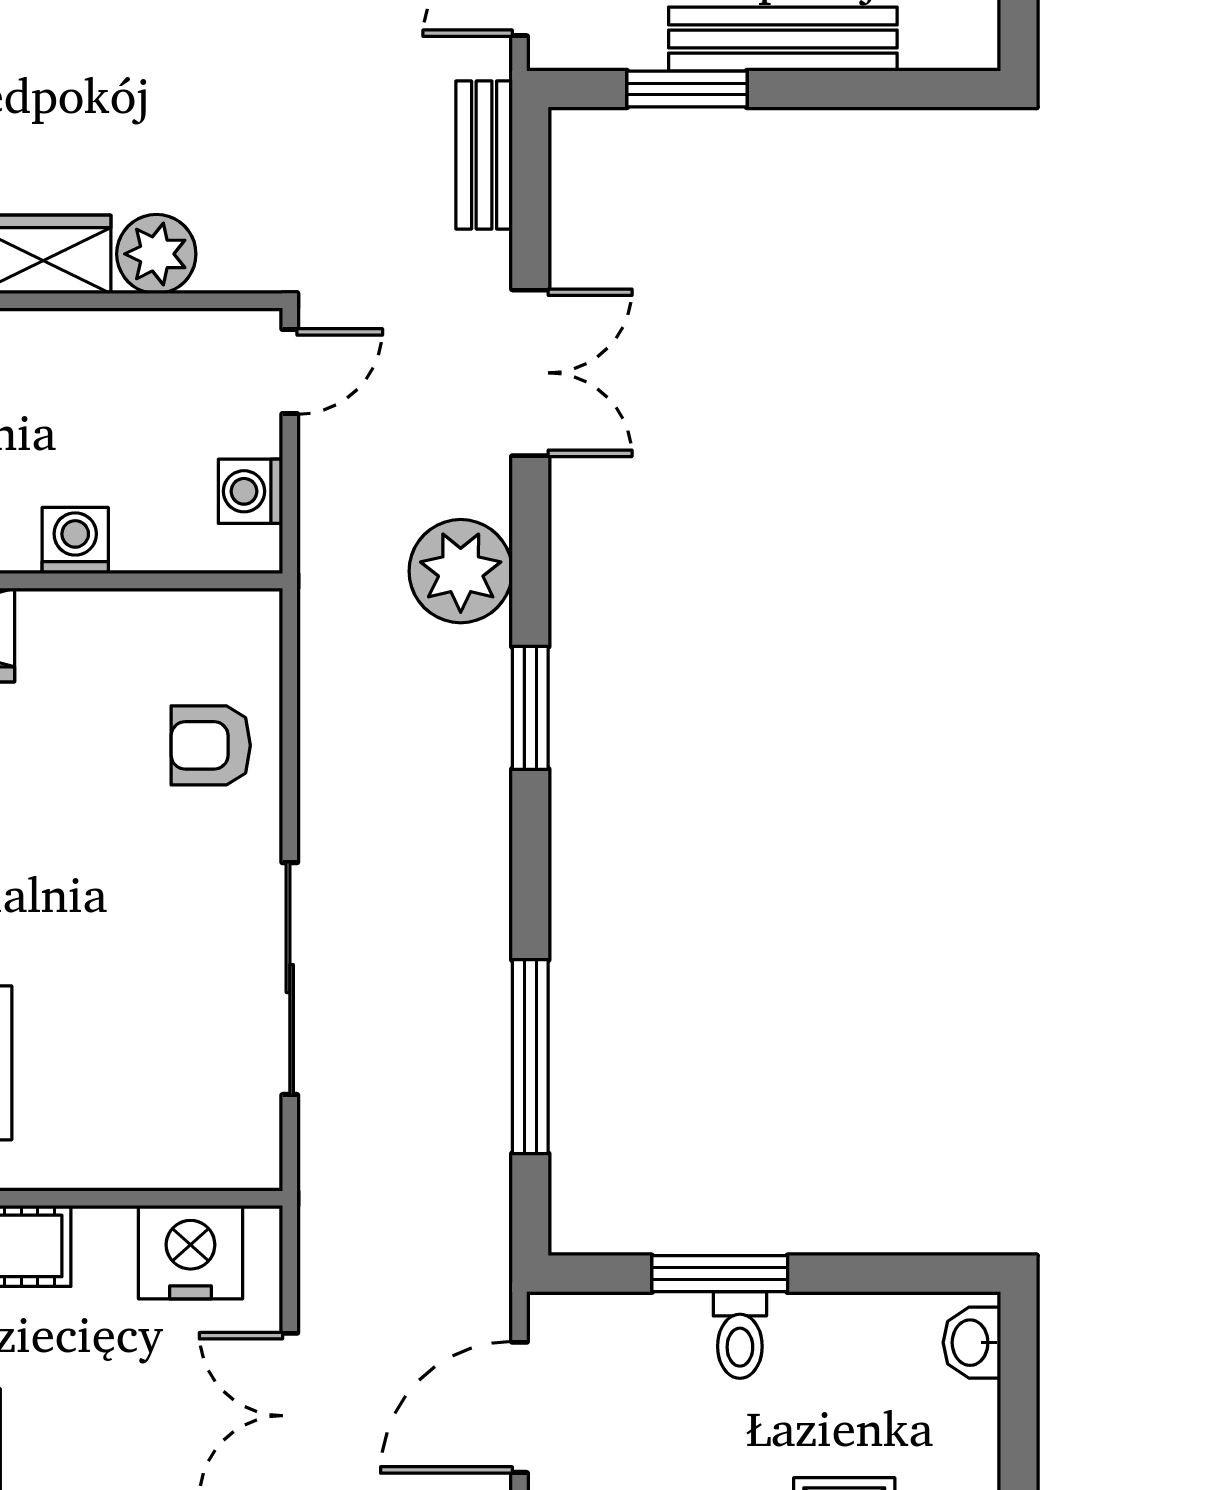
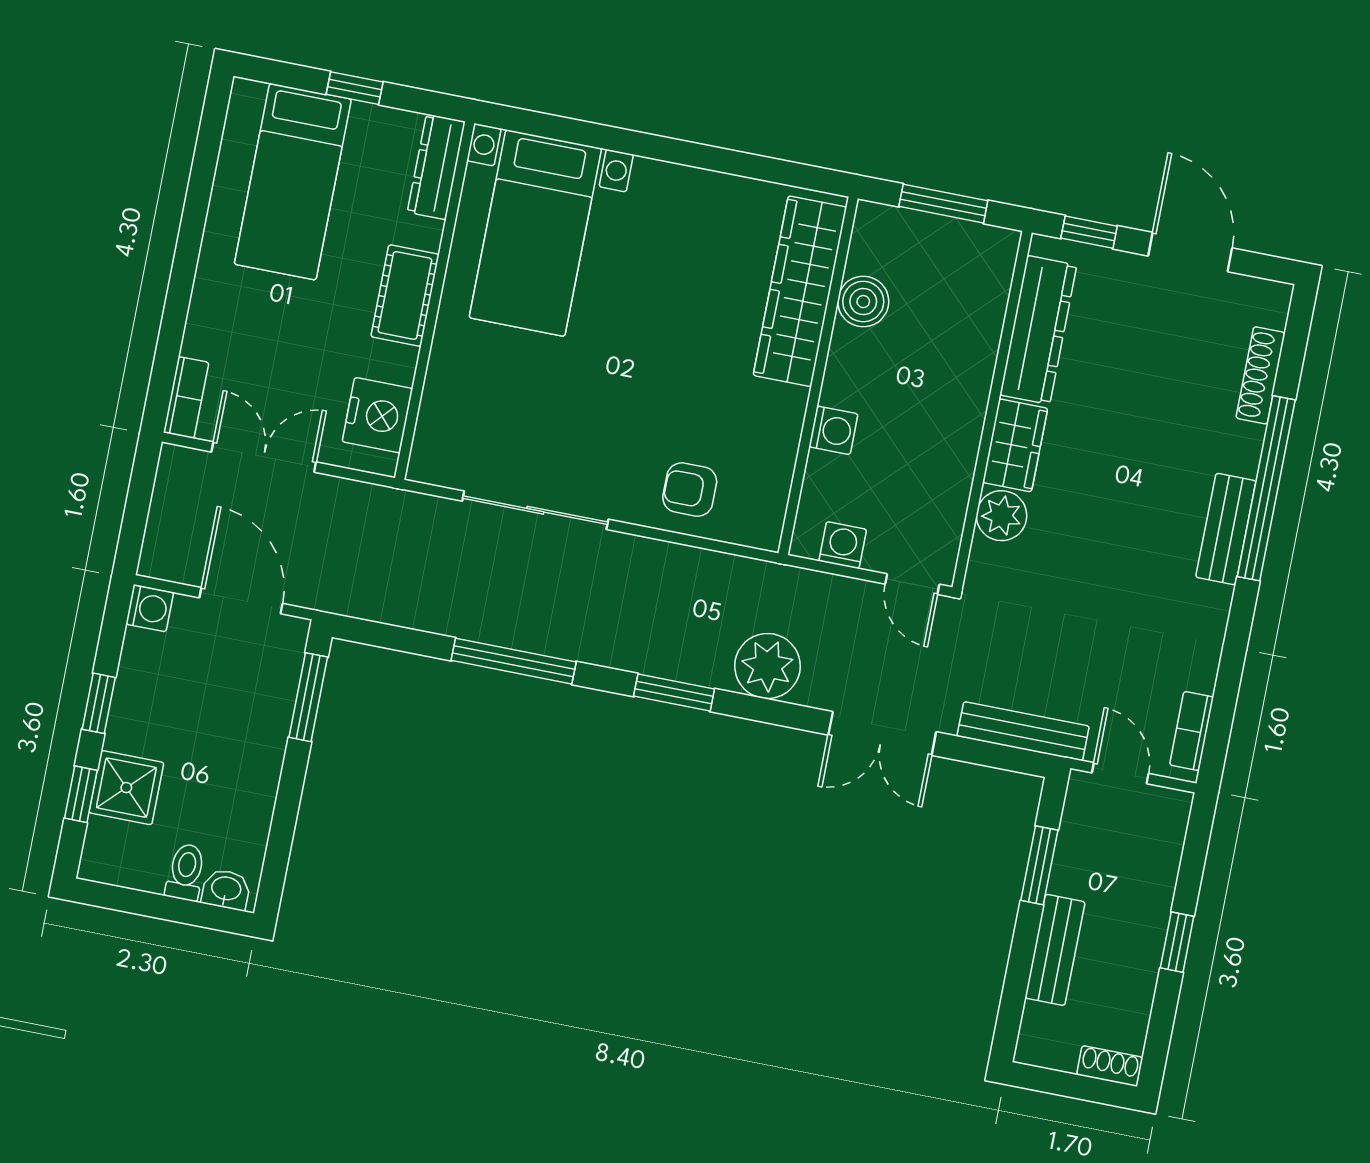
bench: (783, 39) -> (1055, 950), width x0.73
bench: (484, 155) -> (1023, 731), width x1.36
armchair: (211, 745) -> (690, 490), turned -90
window: (530, 1057) -> (514, 661), moved
window: (720, 1274) -> (308, 697), moved
toilet: (740, 1335) -> (186, 872), moved, turned 90

